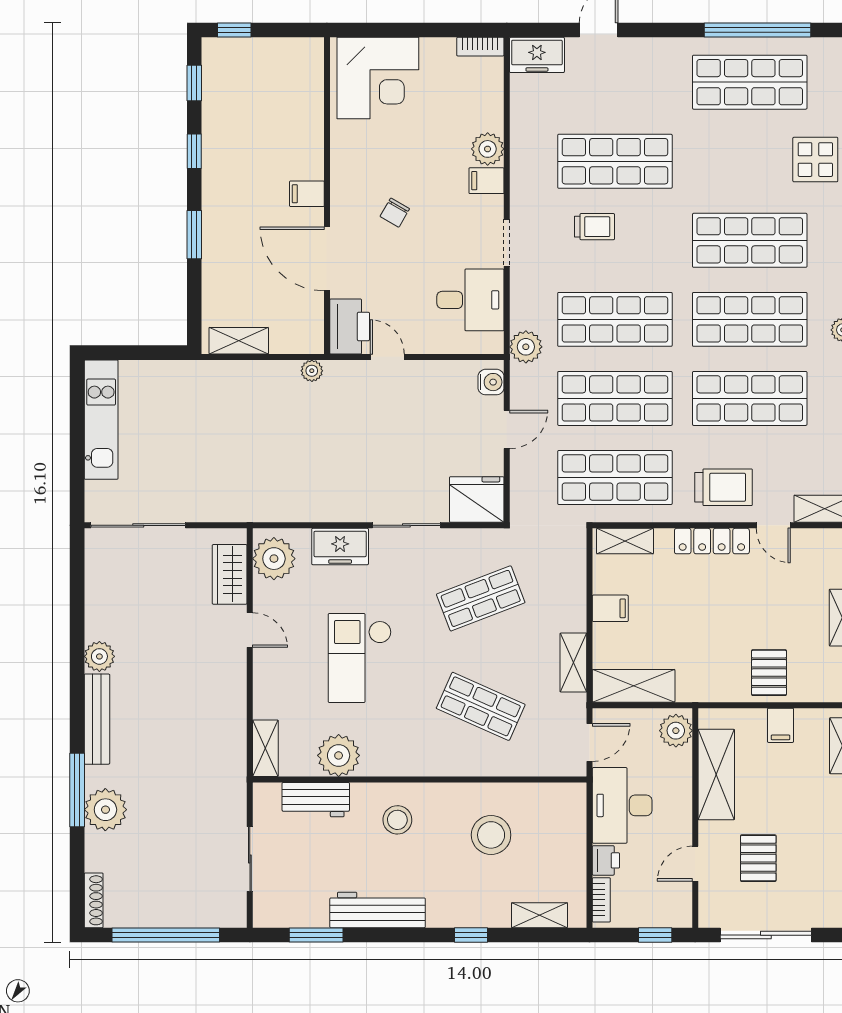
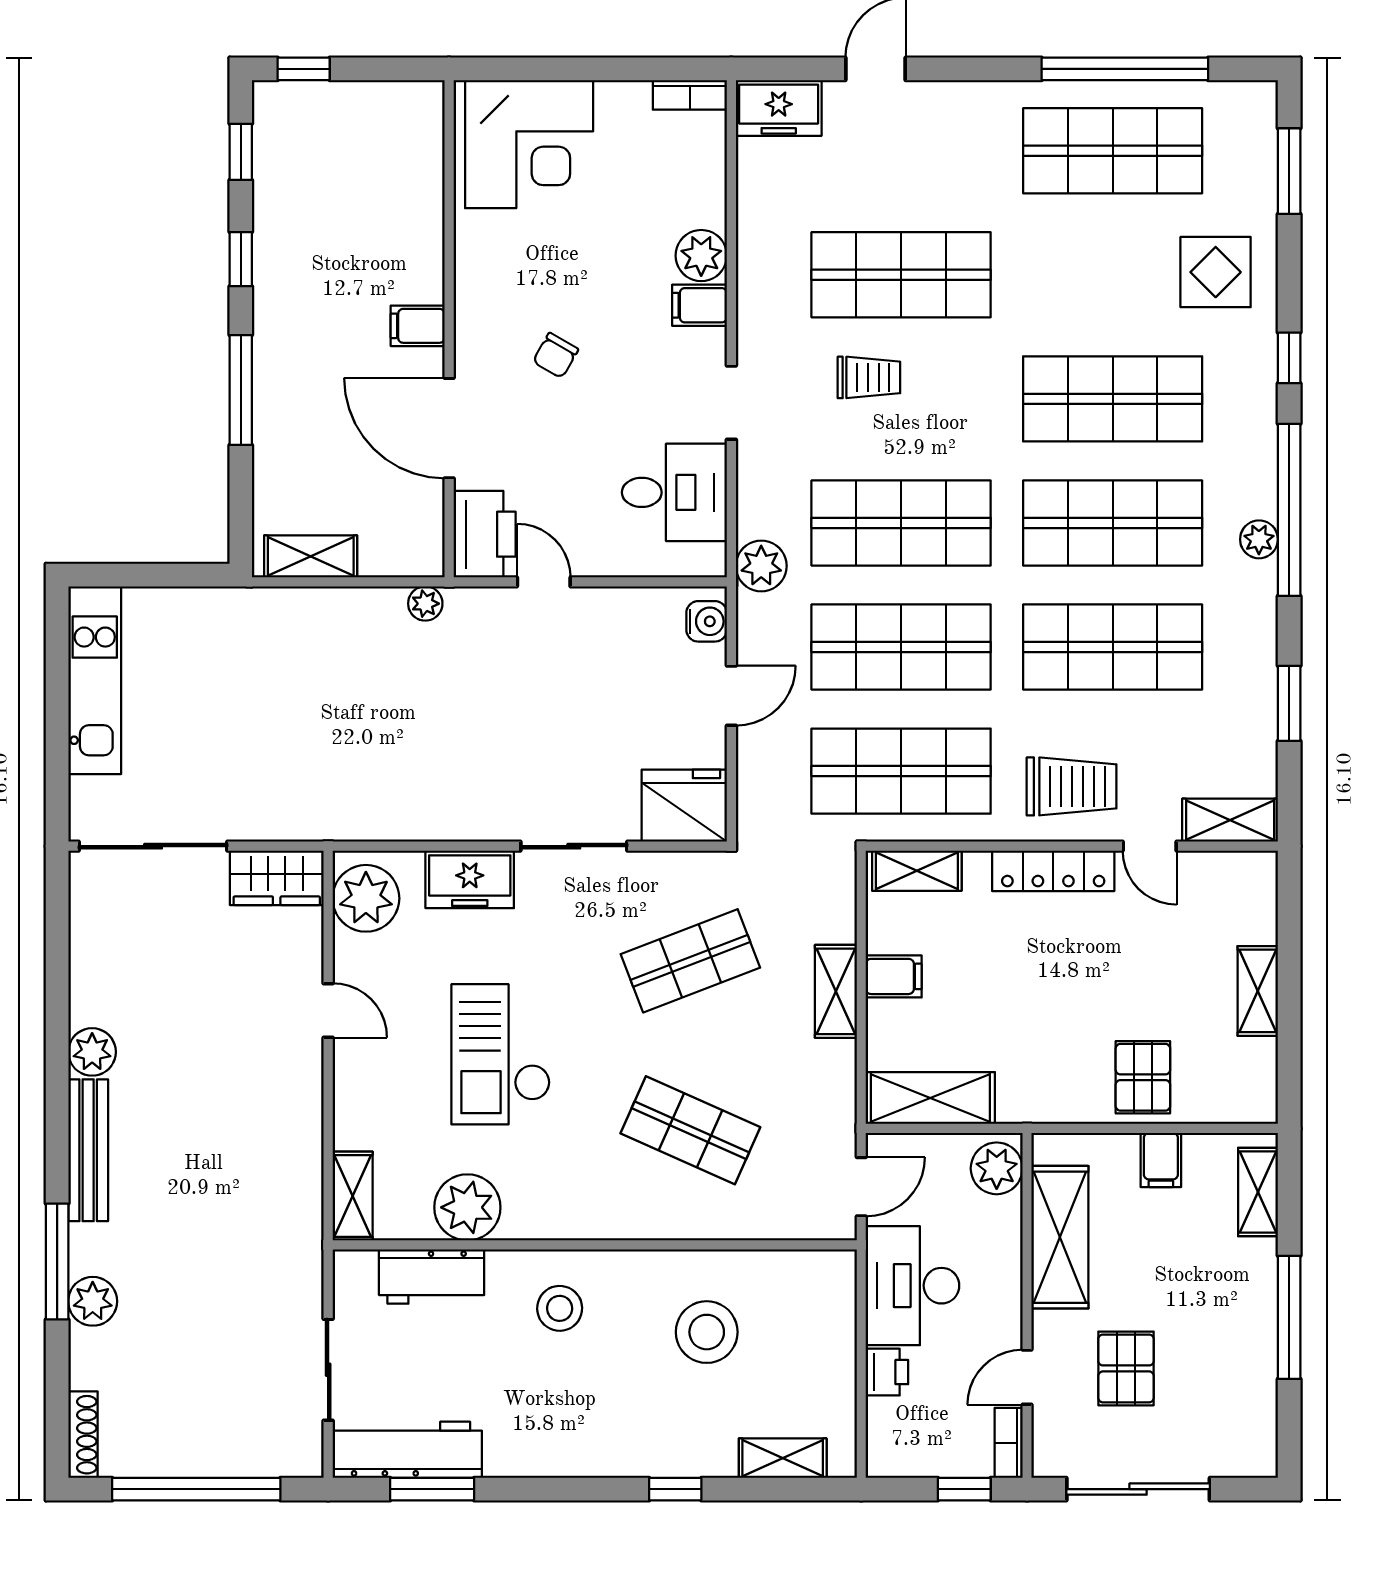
window: (194, 235) -> (241, 390), width x1.44
wardrobe: (230, 574) -> (277, 878), moved, turned -90
shelving: (573, 663) -> (836, 991), moved
plant: (105, 810) -> (93, 1301), width x0.73, depth x0.73
bookcase: (601, 900) -> (1009, 1443), moved, turned 180
workbench: (378, 910) -> (407, 1450), moved

